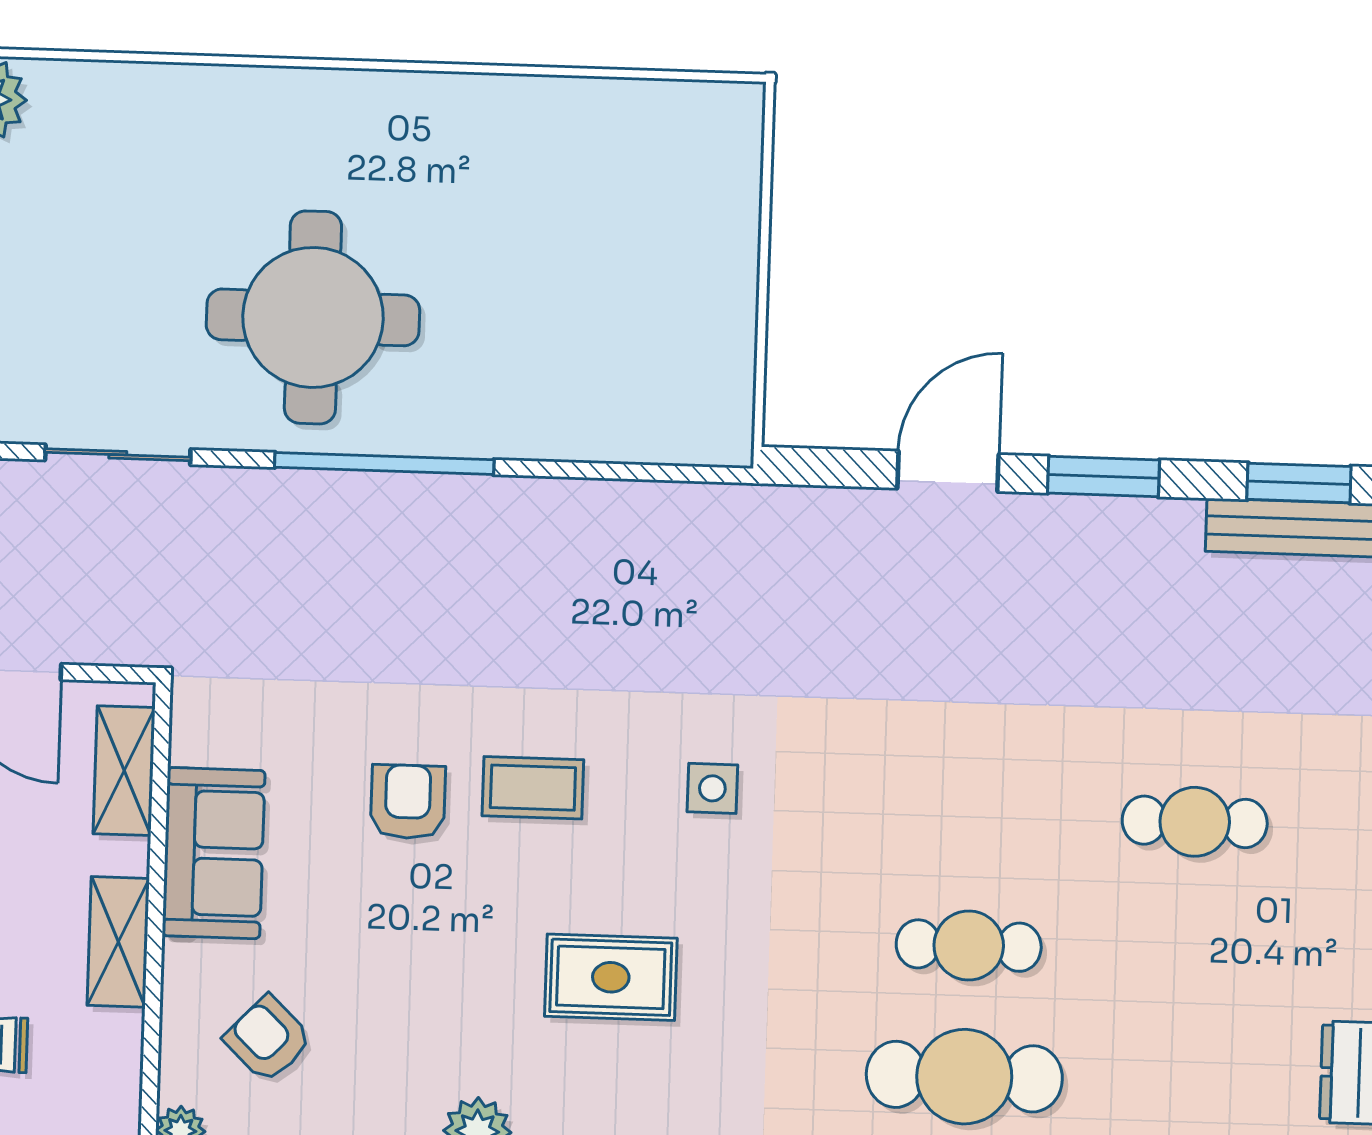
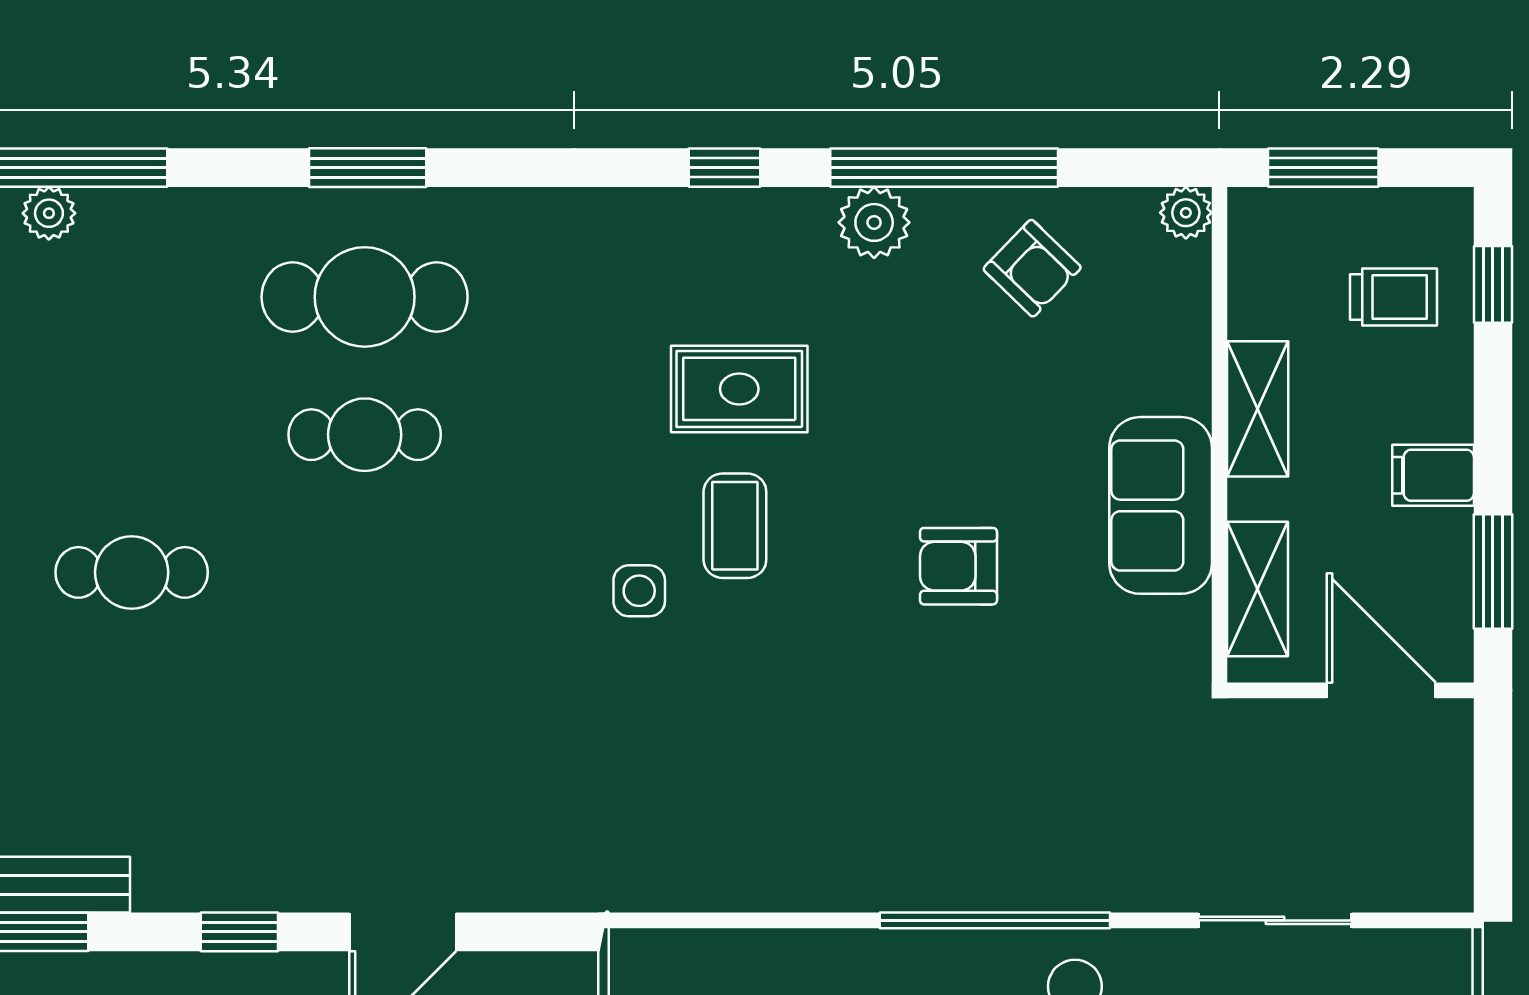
window: (1104, 476) -> (239, 932), width x0.67
coffee table: (533, 788) -> (735, 526), moved, turned 90
armchair: (408, 802) -> (958, 566), turned 90
armchair: (268, 1039) -> (1032, 268), moved

